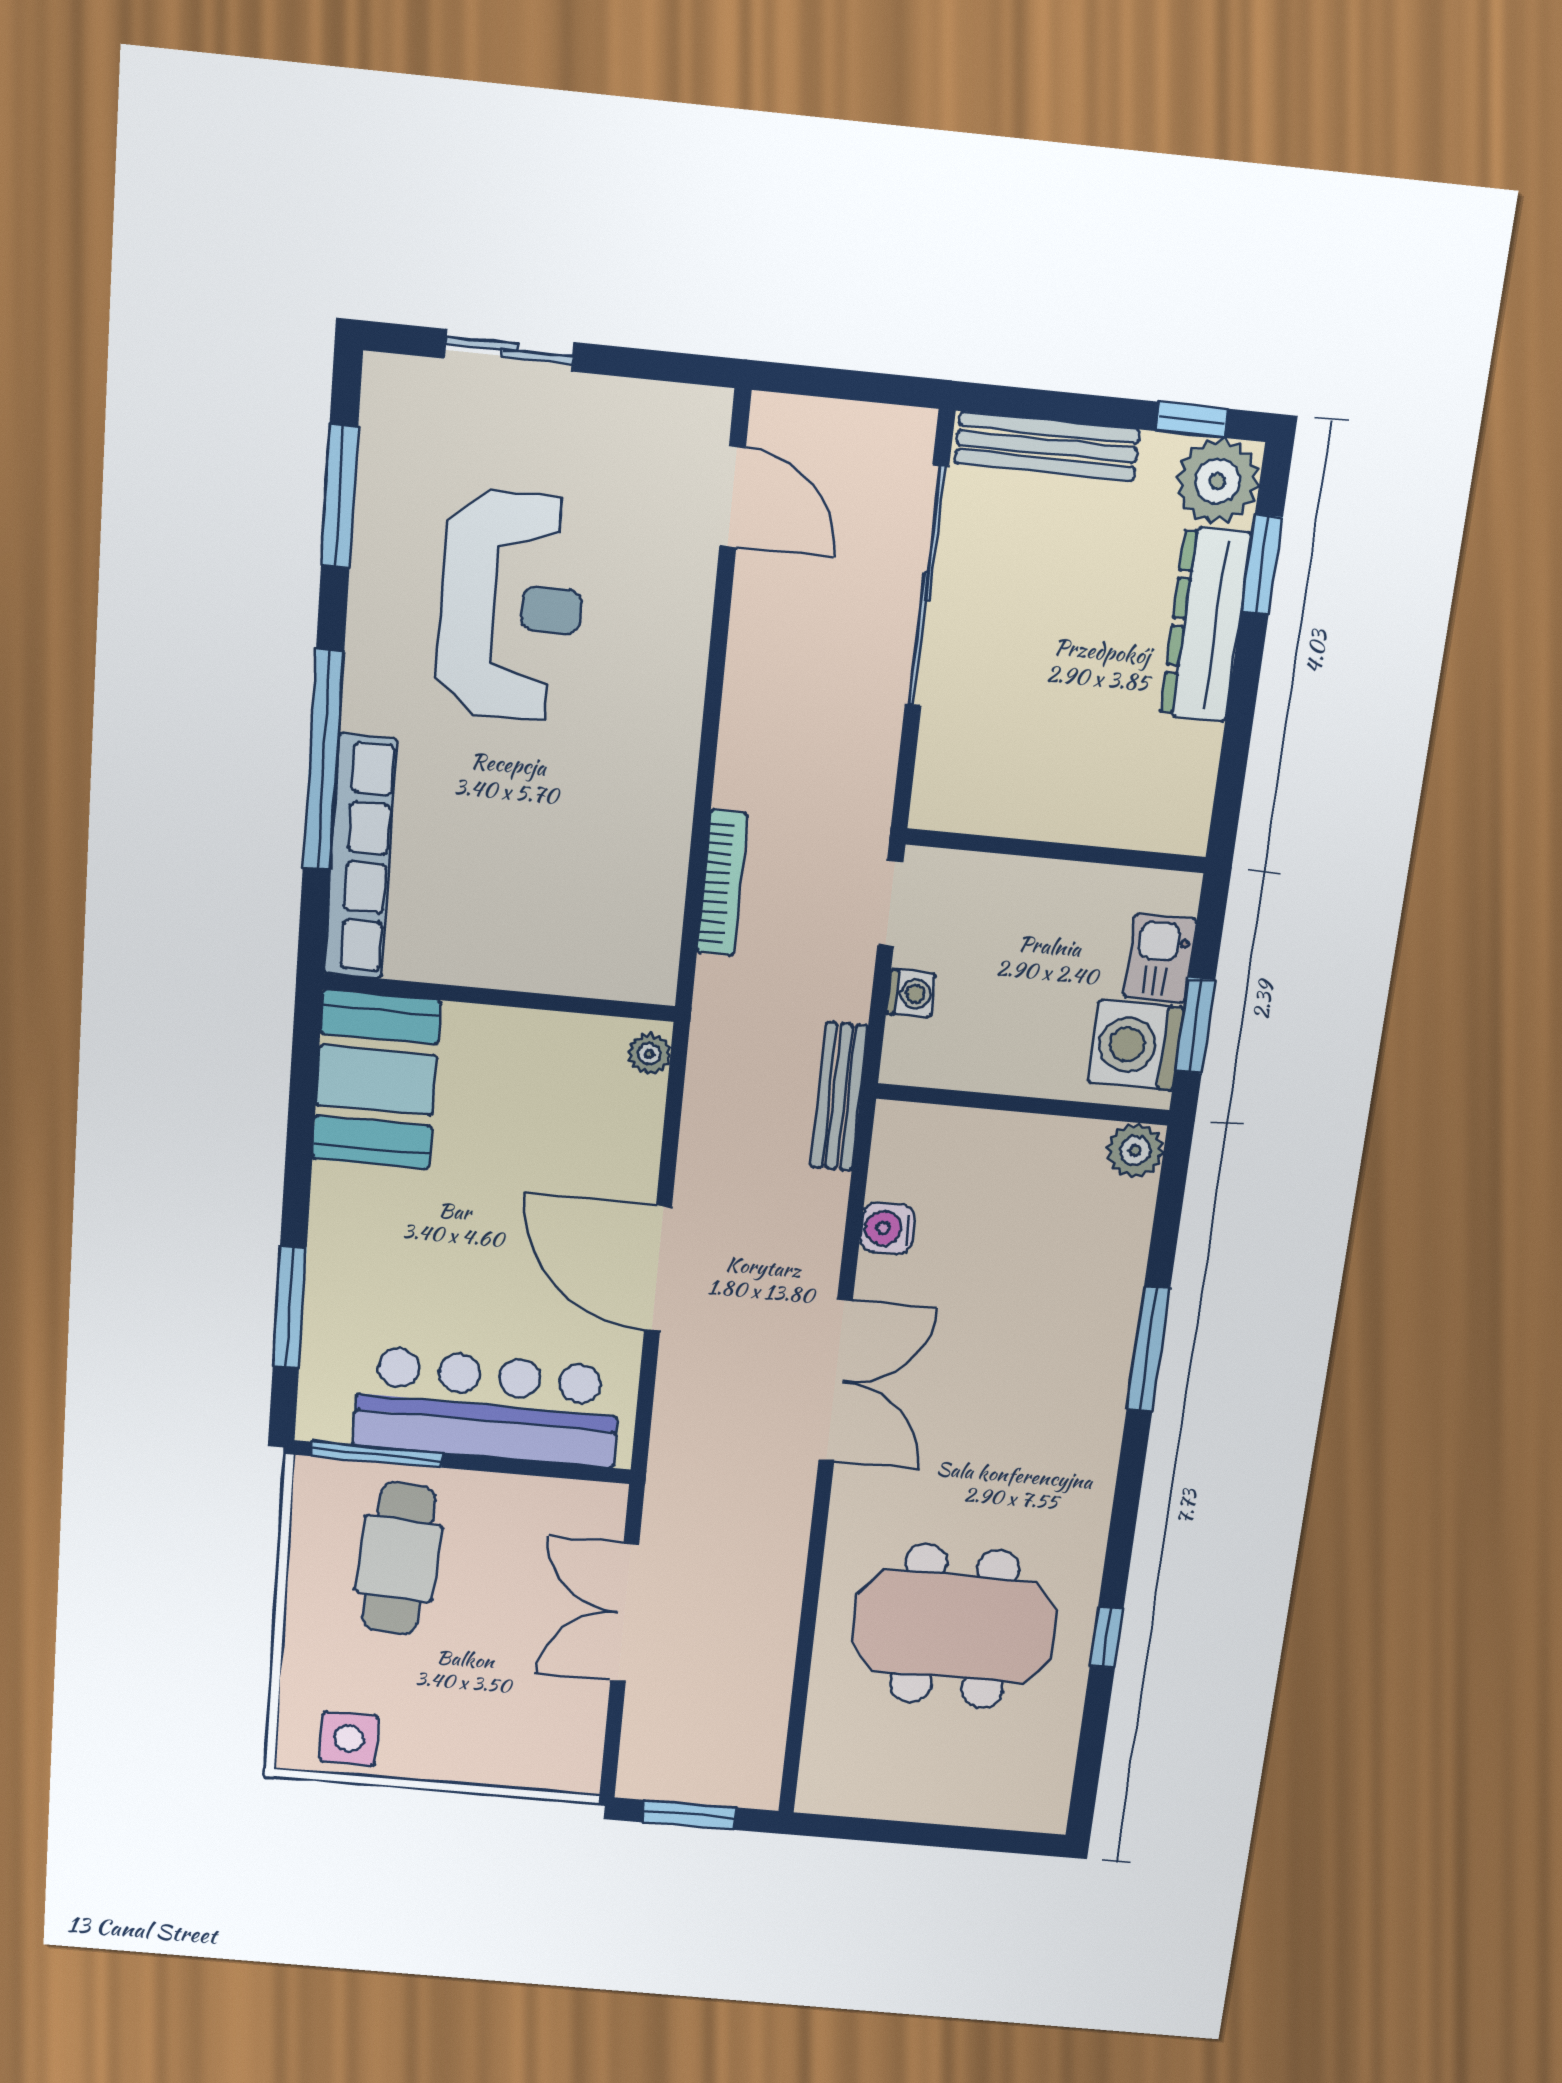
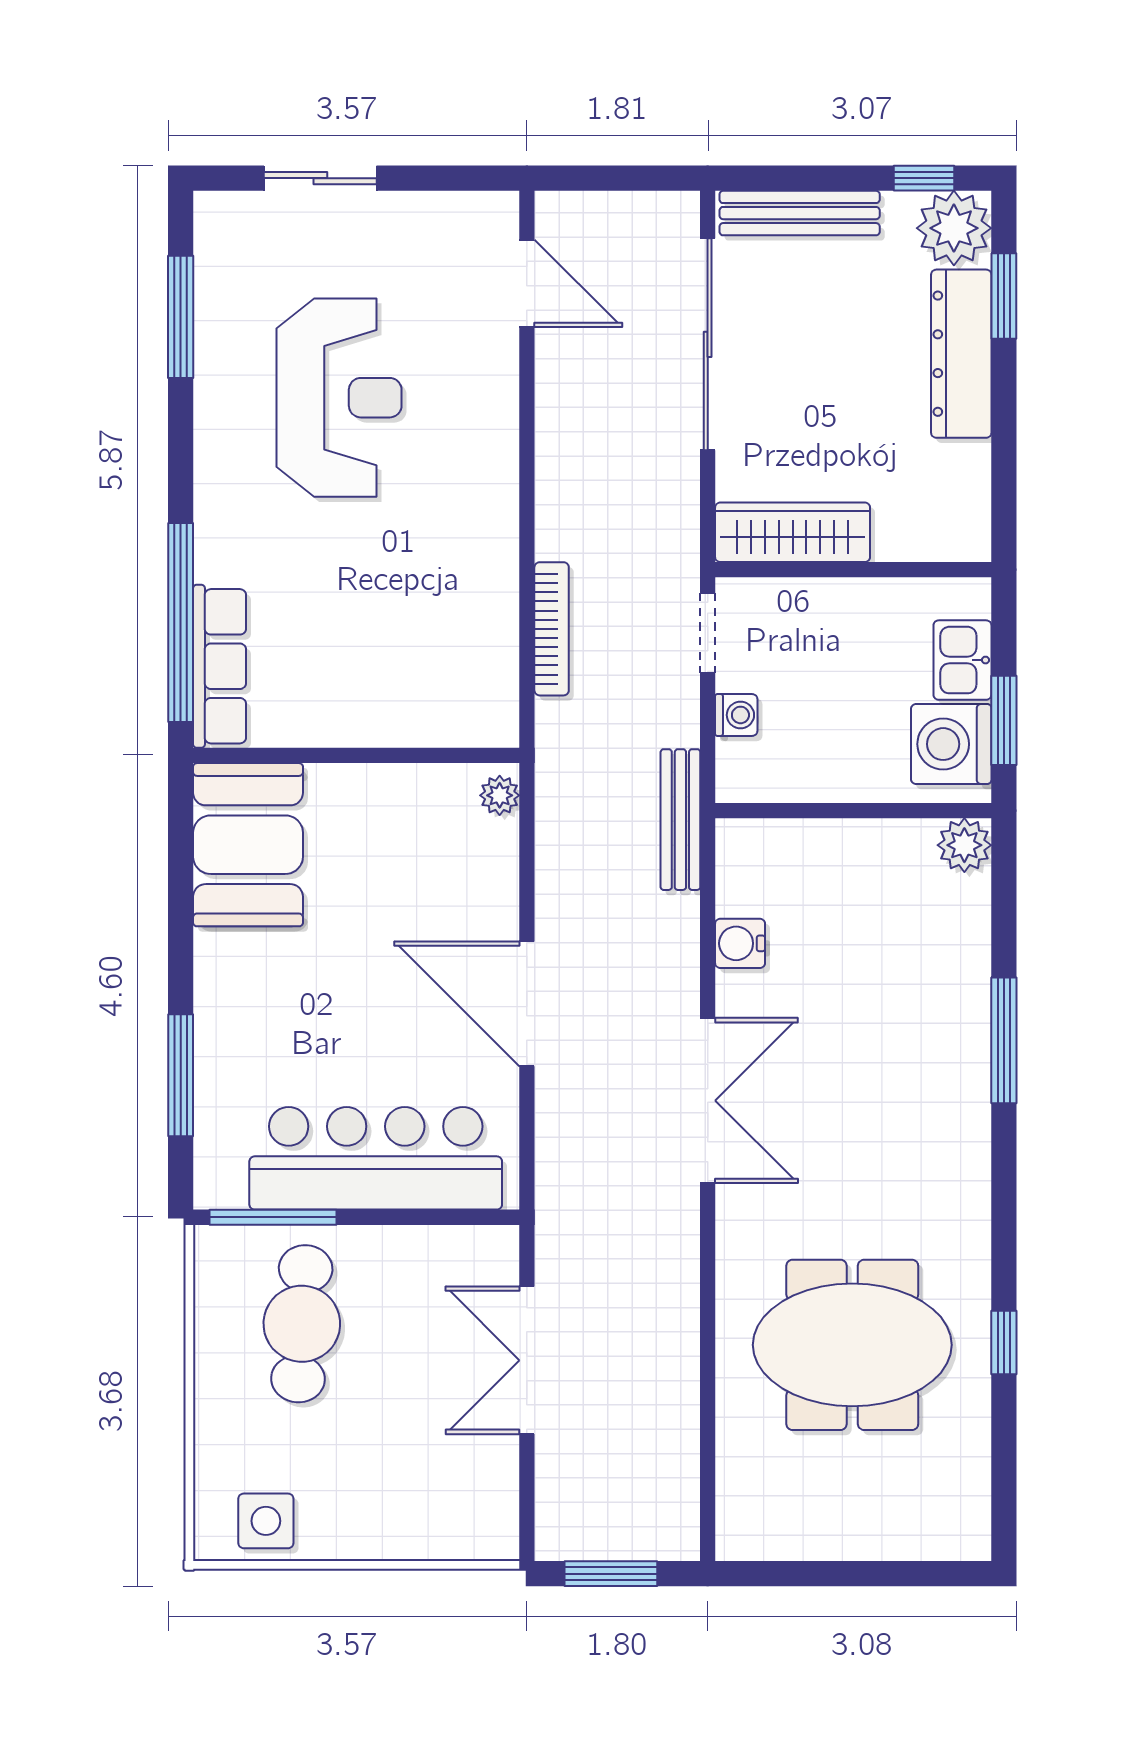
window: (323, 760) -> (181, 622), moved
wardrobe: (995, 804) -> (793, 532), added
row of seats: (360, 857) -> (220, 666), width x0.73

